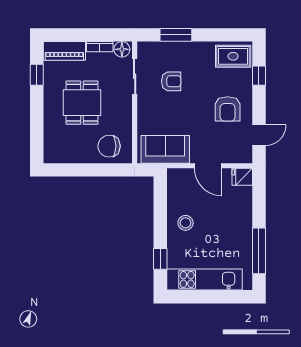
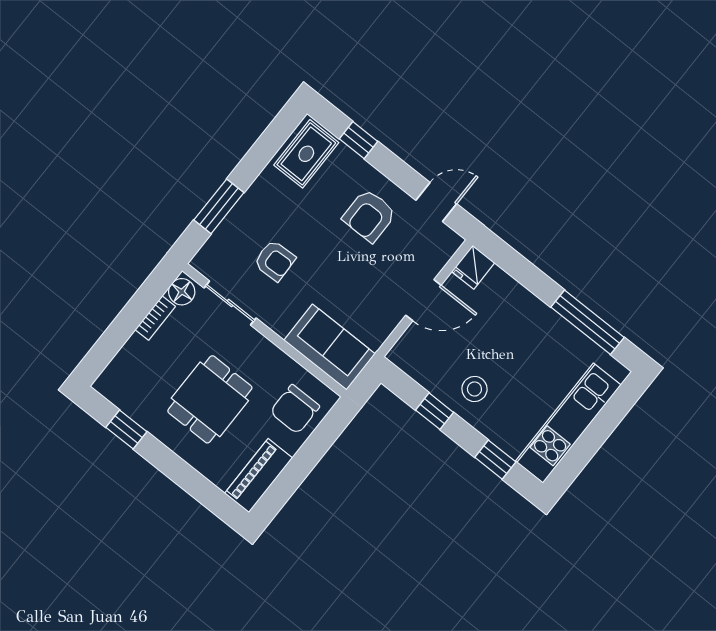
piano: (64, 51) -> (258, 476), moved, turned 180
armchair: (171, 81) -> (275, 261), turned 88
dining table: (82, 103) -> (210, 399), turned 90
armchair: (228, 109) -> (369, 216), turned 90
door: (259, 135) -> (436, 202), hinge flipped
sofa: (165, 149) -> (329, 347), moved, turned 90
window: (160, 212) -> (434, 411), added

